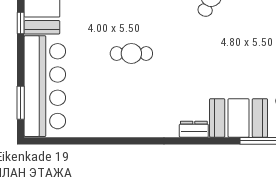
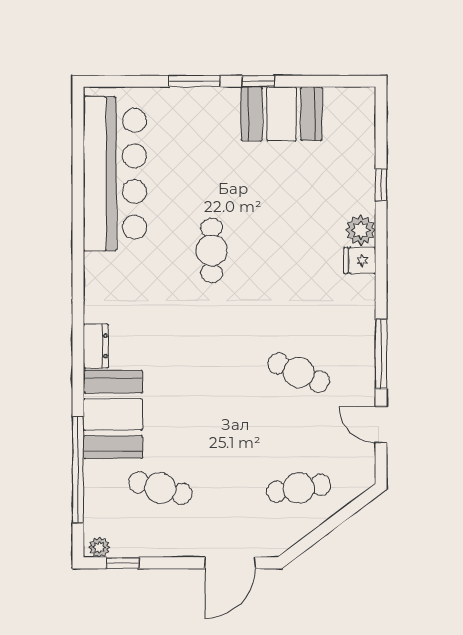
bar counter: (45, 86) -> (115, 174), moved, turned -90
window: (21, 103) -> (194, 81), moved

